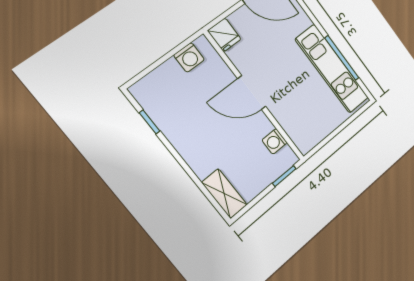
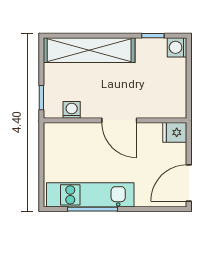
washing machine: (189, 57) -> (177, 47), moved
door: (252, 93) -> (119, 120), swing flipped
shelving: (224, 194) -> (89, 50), width x2.20, depth x1.33

